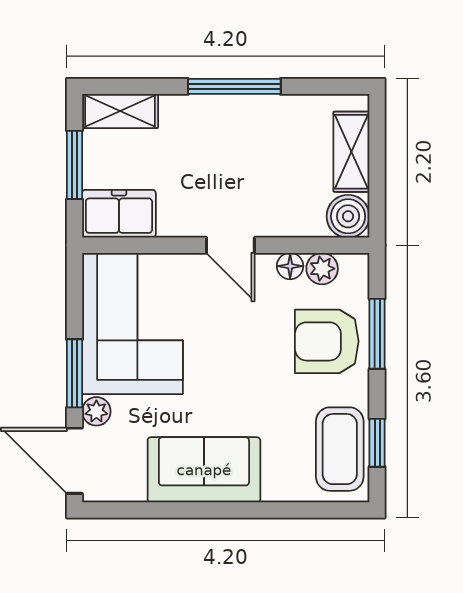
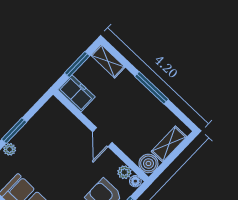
floor lamp: (290, 266) -> (135, 181), moved
corner sofa: (132, 323) -> (48, 132), removed

